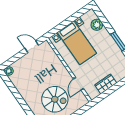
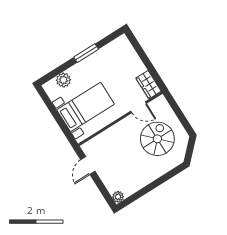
wardrobe: (106, 84) -> (148, 85), moved

